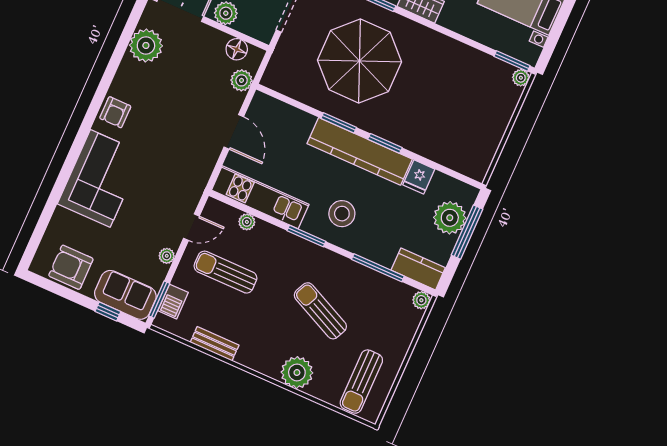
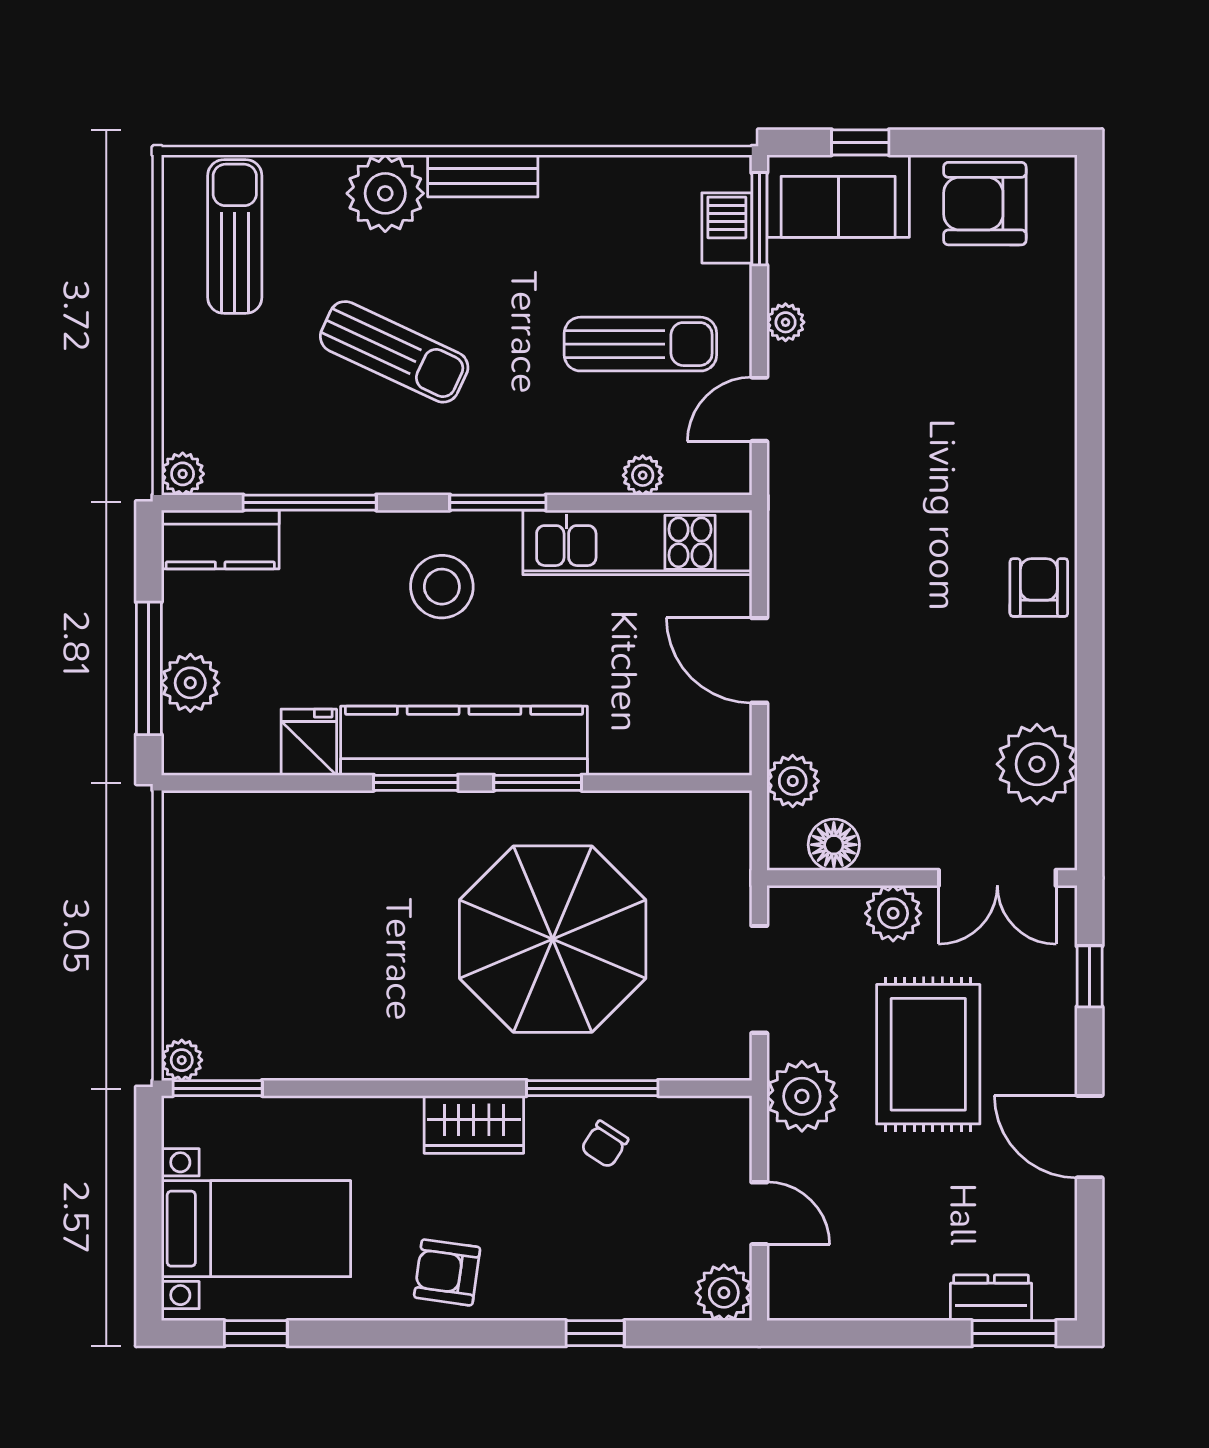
corner sofa: (100, 178) -> (1007, 427), removed
plant: (450, 218) -> (190, 683), width x0.73, depth x0.73
armchair: (71, 267) -> (985, 204), turned 180
bench: (215, 344) -> (483, 176), moved

